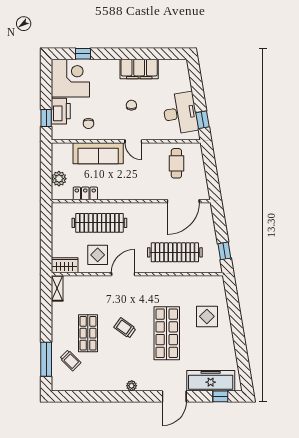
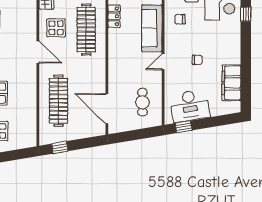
filing cabinet: (139, 69) -> (231, 83), moved
cafe table: (176, 163) -> (142, 102), turned 90

